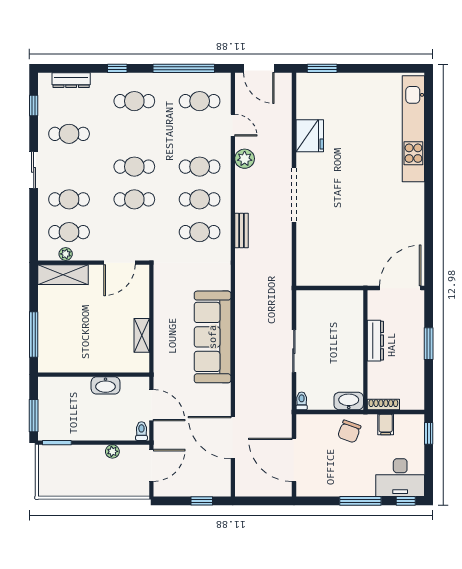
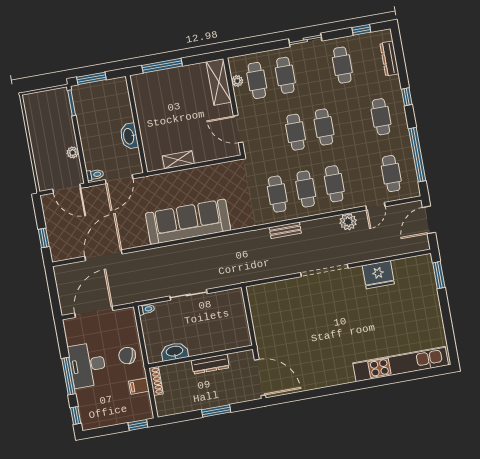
washbasin: (349, 401) -> (174, 352), moved, turned -90
desk: (400, 478) -> (87, 365), moved

